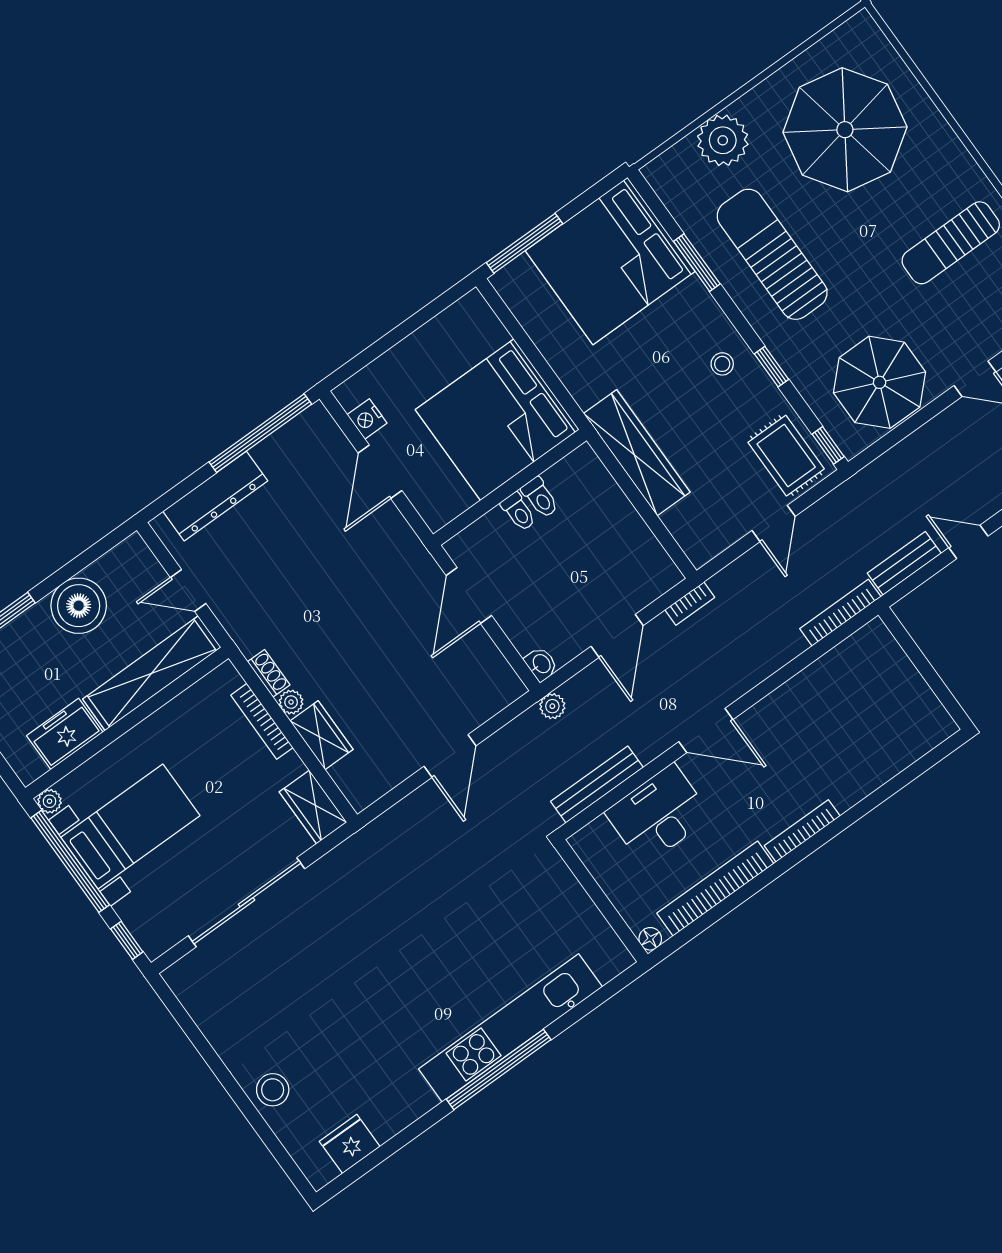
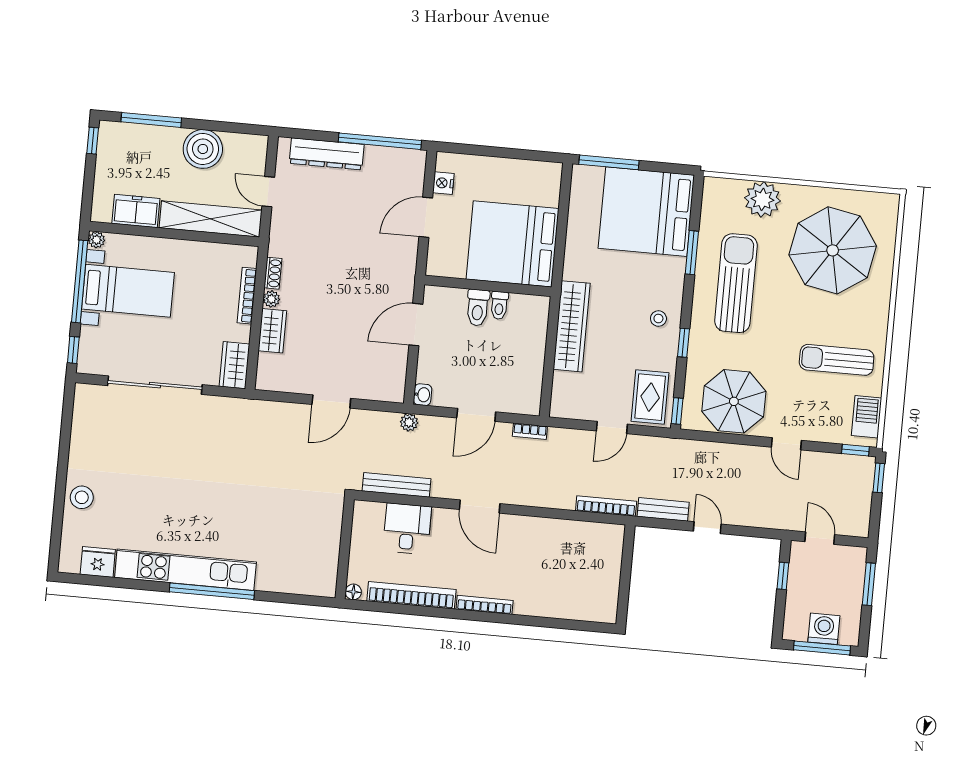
toilet: (518, 512) -> (478, 308), width x1.37, depth x1.39
desk: (658, 815) -> (407, 529), width x0.73
kitchen unit: (510, 1028) -> (185, 570), moved

